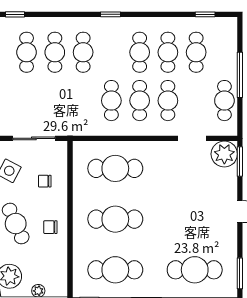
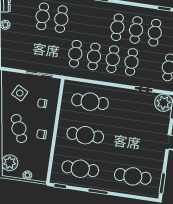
cafe table: (83, 52) -> (75, 54), moved

